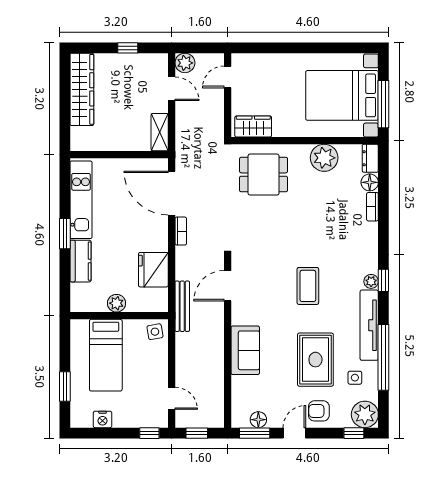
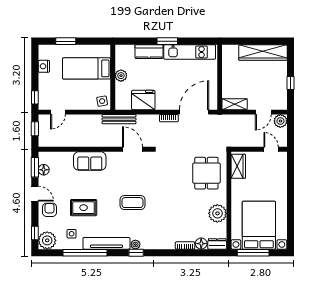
rug: (315, 360) -> (84, 208), width x0.73, depth x0.70

